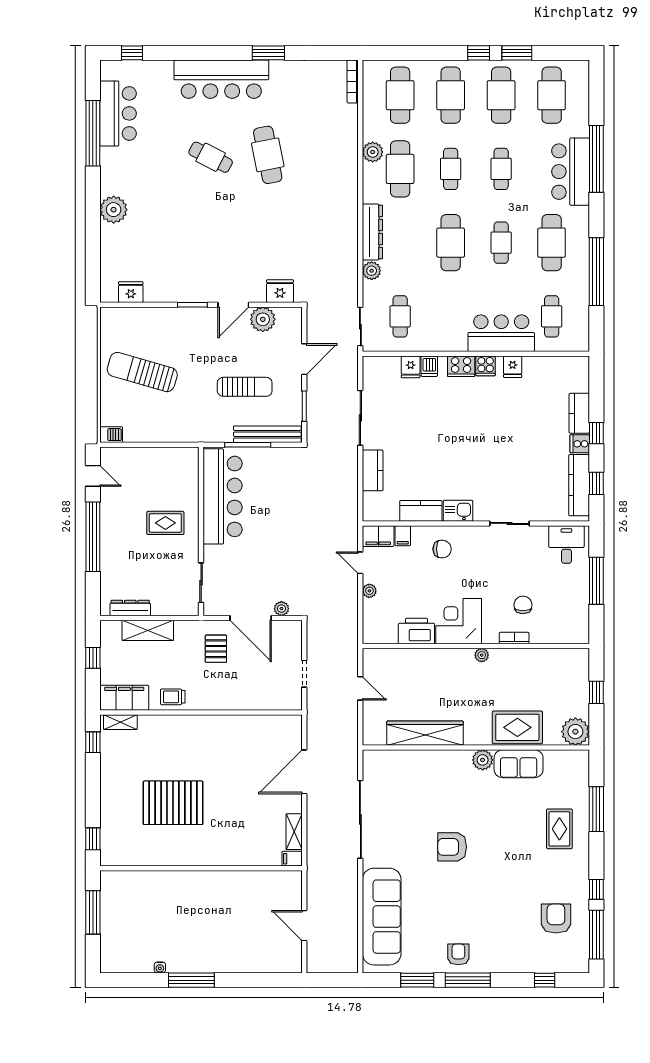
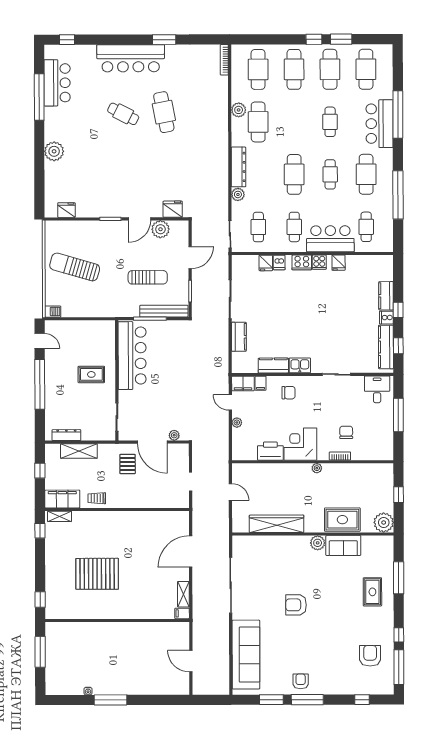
cafe table: (451, 169) -> (294, 227), moved

